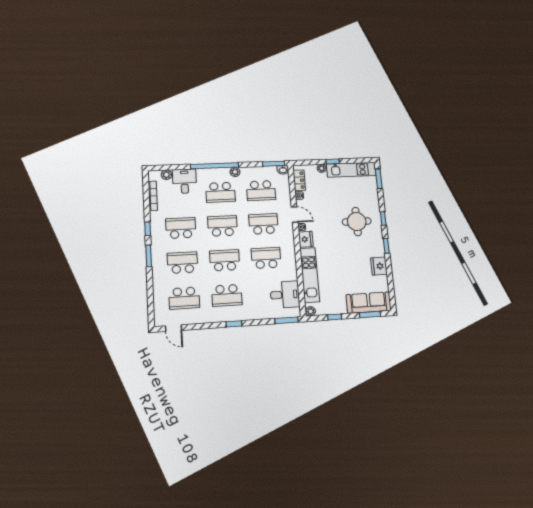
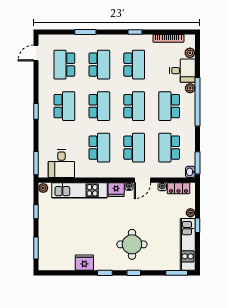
plant: (235, 172) -> (190, 88), moved
window: (149, 256) -> (85, 32), moved
school desk: (227, 295) -> (64, 106), turned 180
sofa: (369, 303) -> (48, 248), removed

